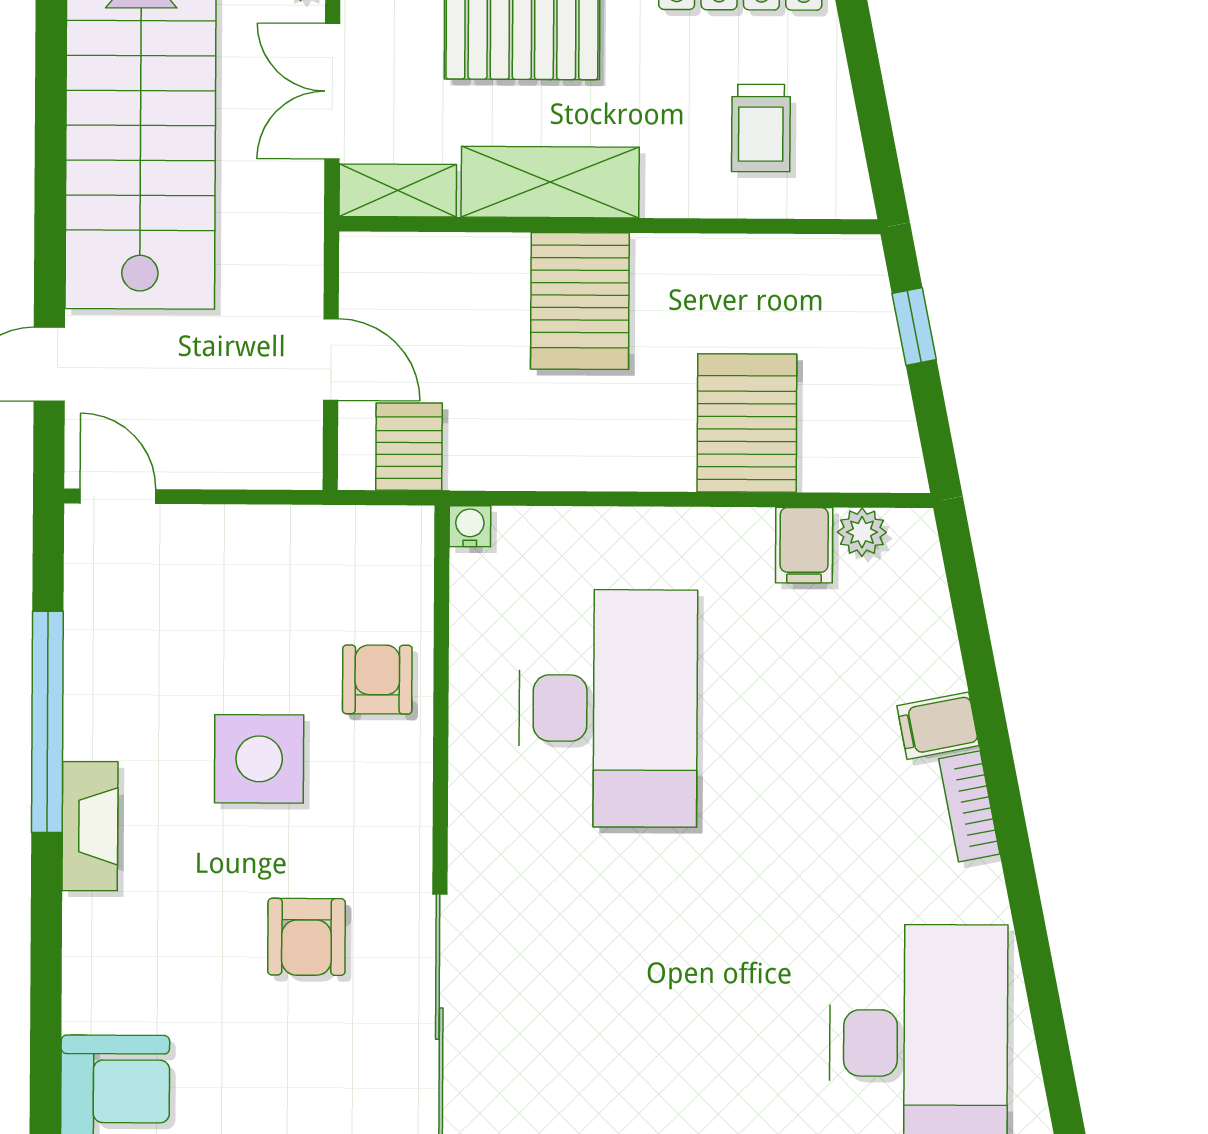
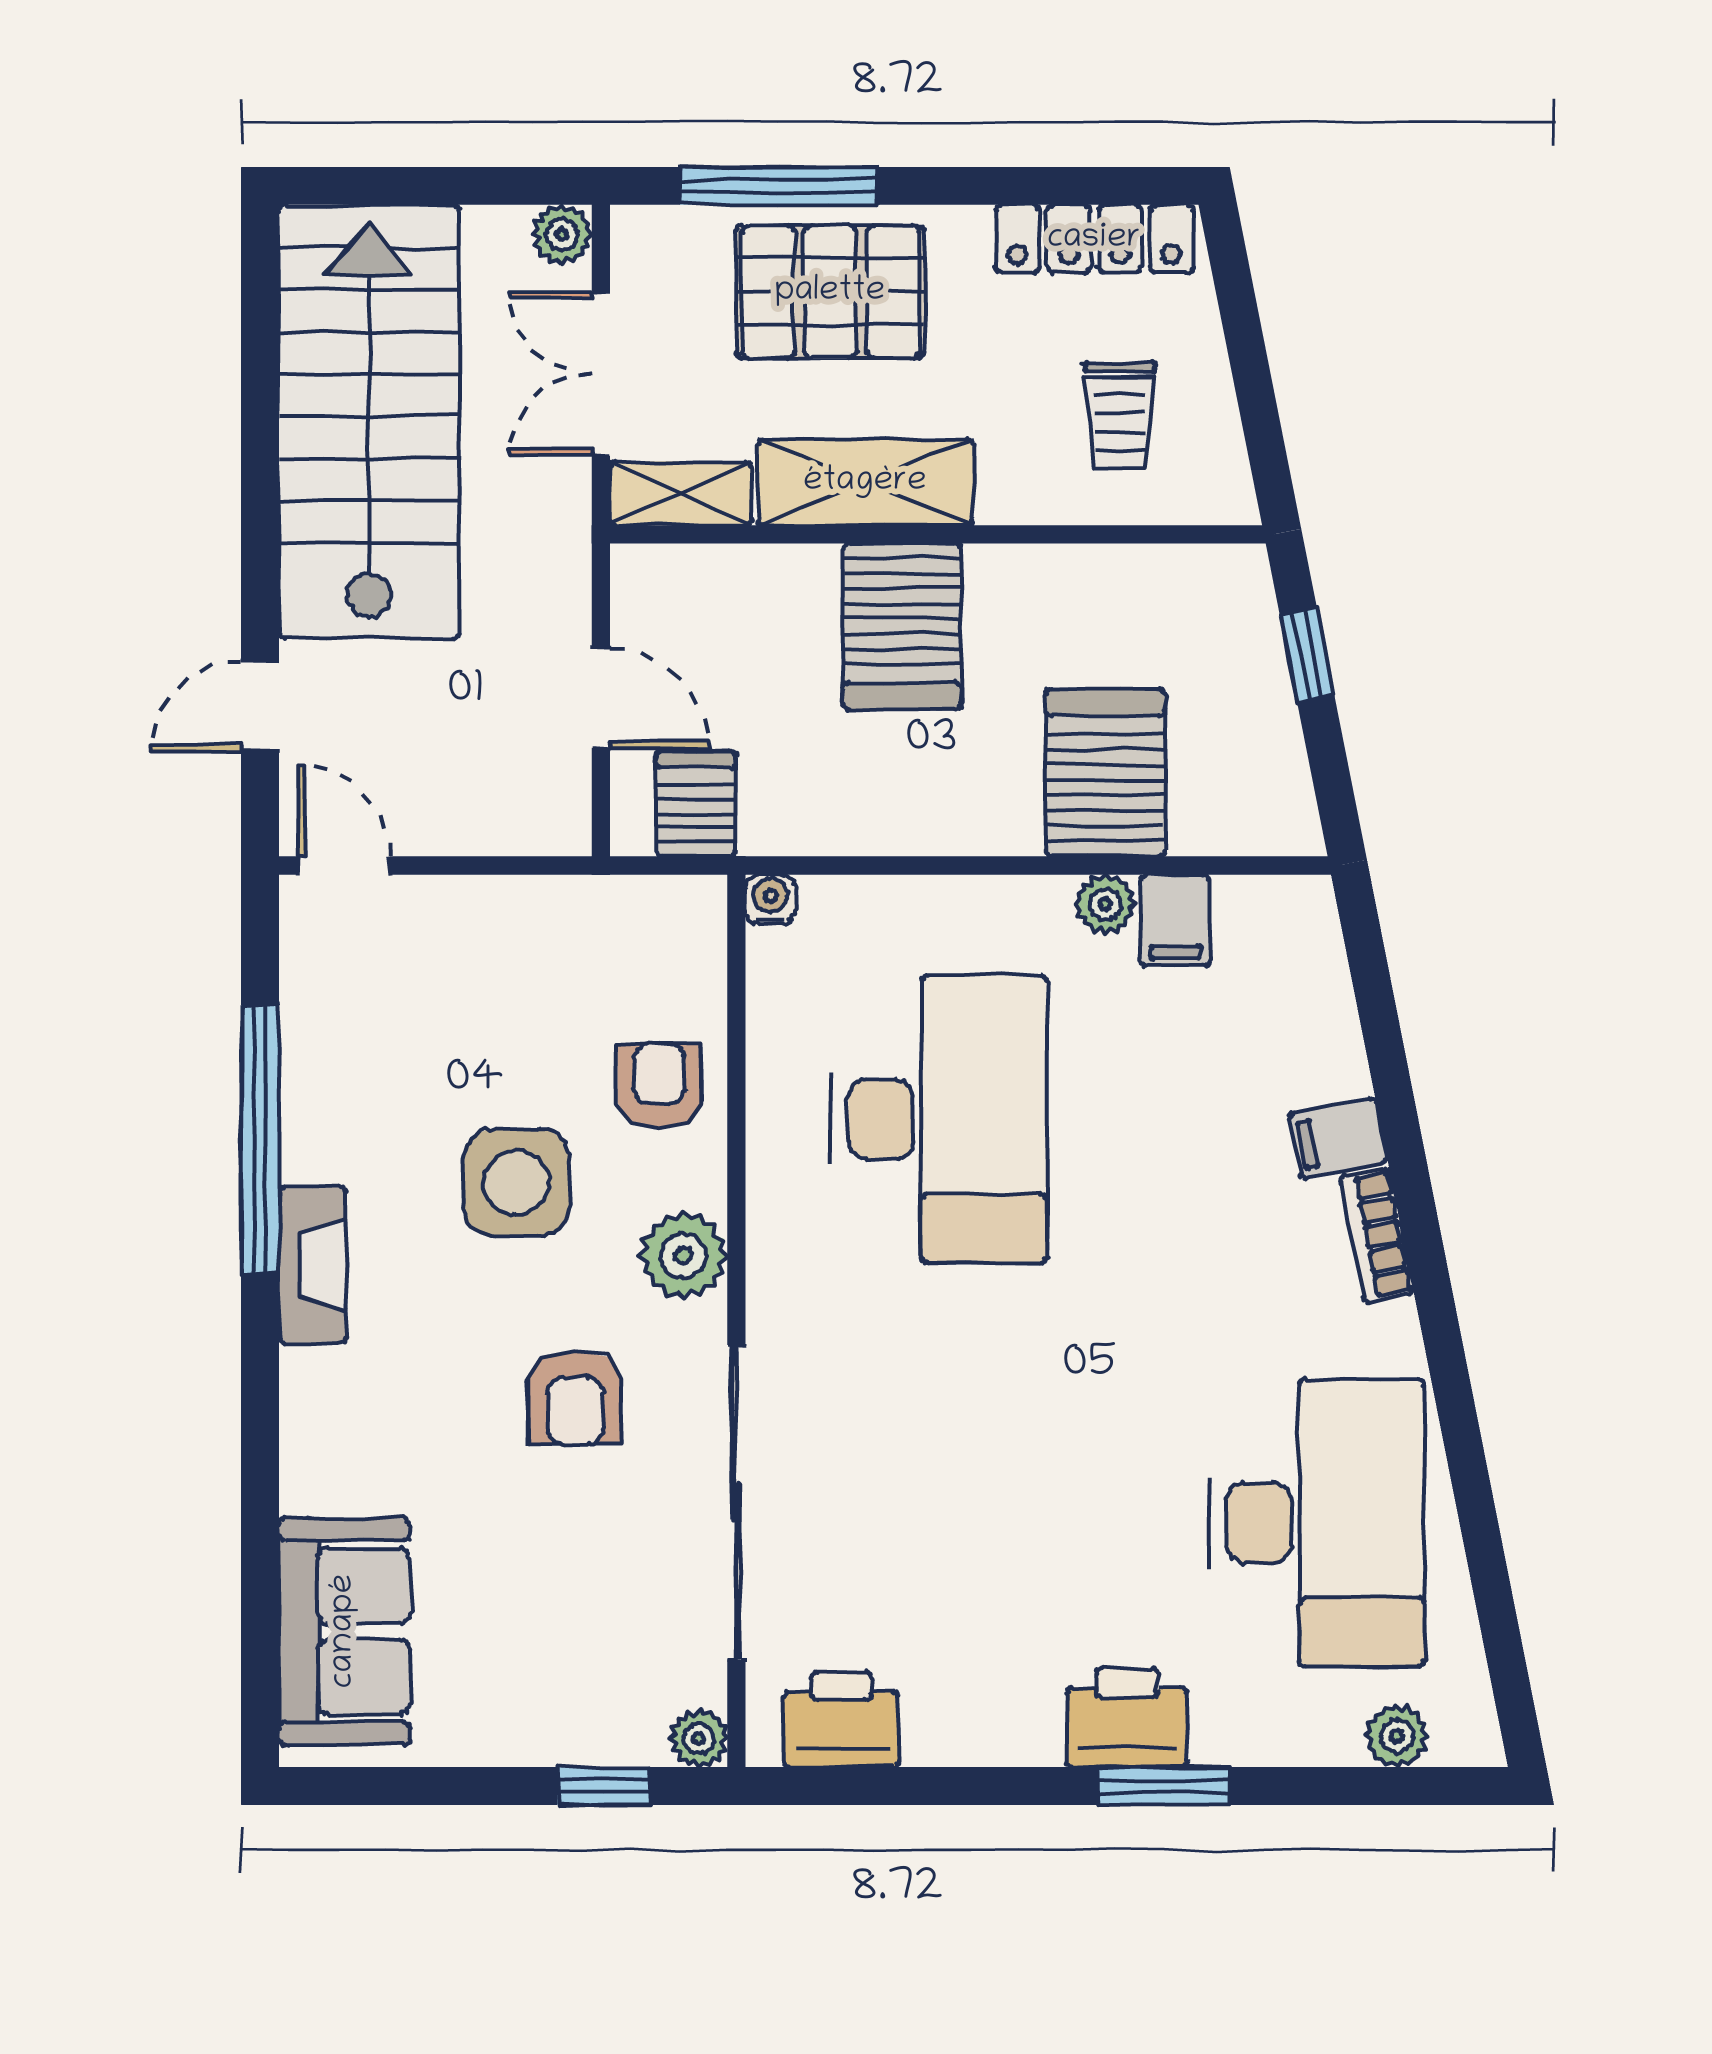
plant: (862, 532) -> (1105, 904), moved
plant: (397, 820) -> (684, 1256), added

